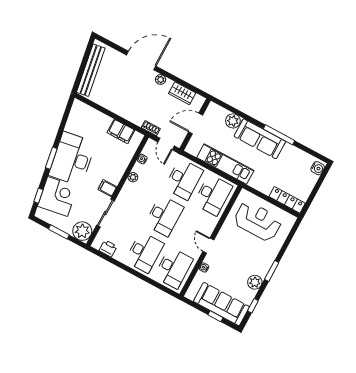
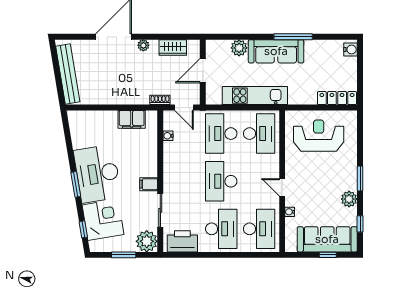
plant: (133, 177) -> (169, 159), removed
desk: (184, 179) -> (221, 134), turned 180
desk: (164, 216) -> (221, 181), turned 180
printer: (108, 248) -> (182, 241), width x1.87, depth x1.48

